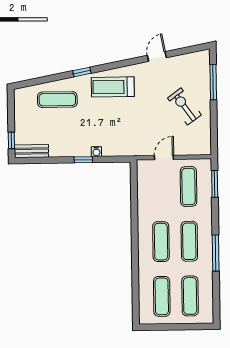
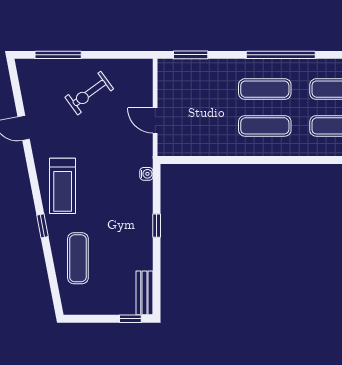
water cooler: (96, 152) -> (146, 174), moved
exercise mat: (189, 187) -> (194, 89), removed
window: (216, 253) -> (281, 55), width x1.46

